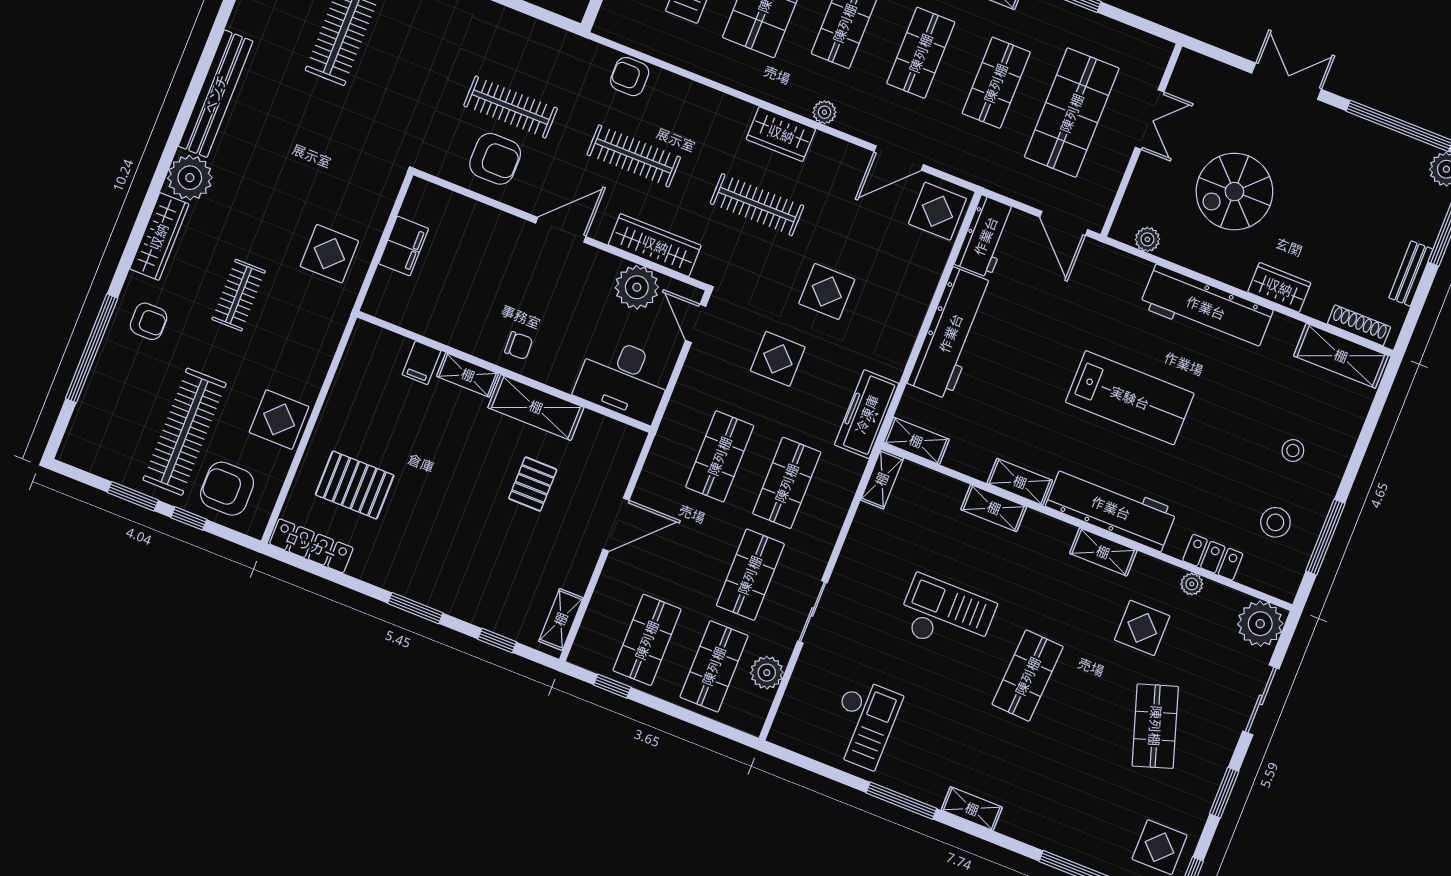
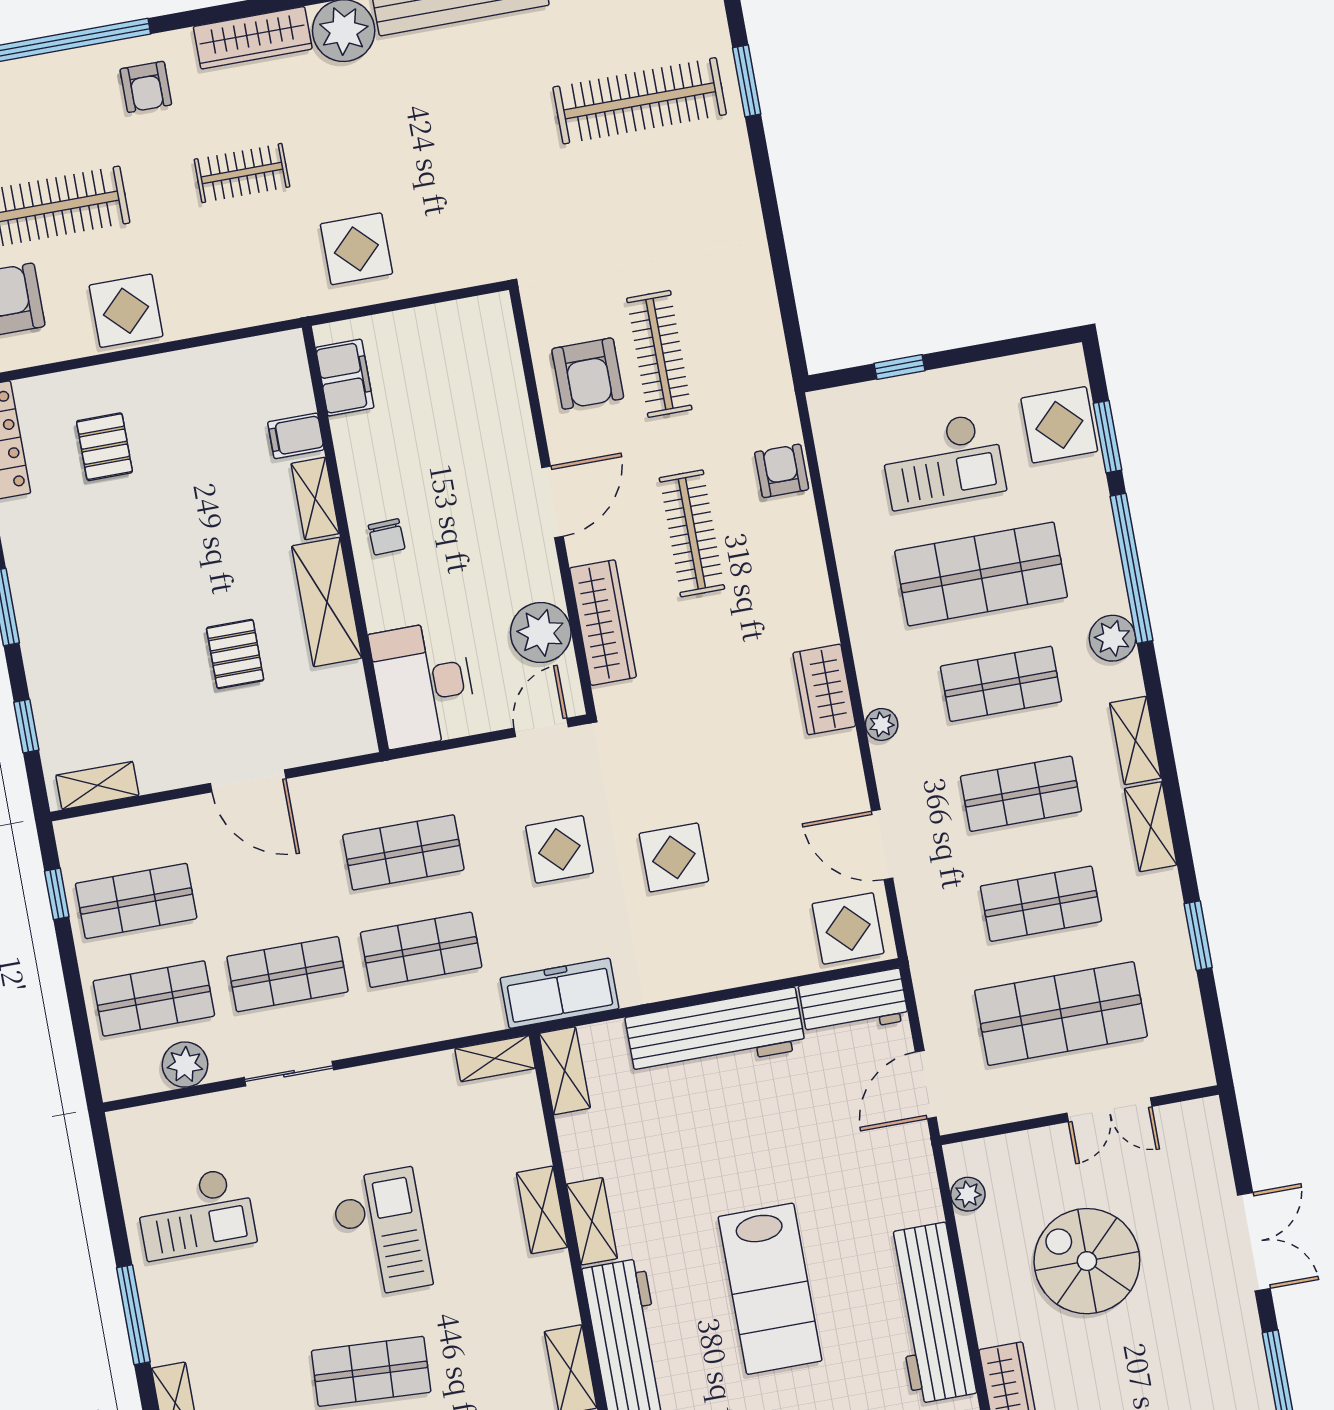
clothes rail: (757, 205) -> (725, 713), removed
door: (561, 230) -> (552, 502), hinge flipped
filing cabinet: (404, 246) -> (345, 378), moved, turned -90
pallet: (533, 484) -> (235, 654), turned 90
pallet: (355, 485) -> (104, 447), width x0.67, depth x0.71

